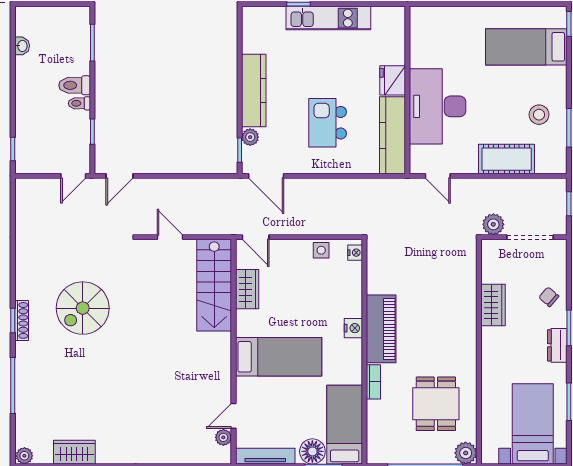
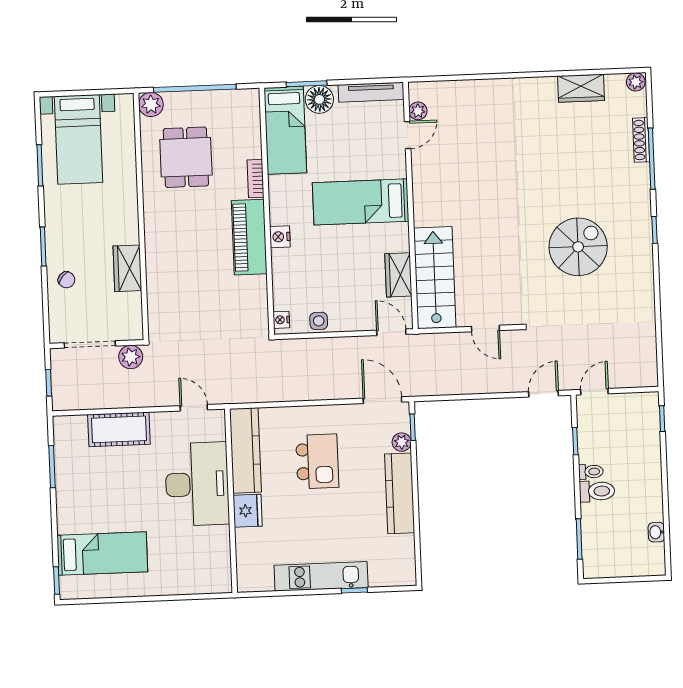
stool: (539, 115) -> (85, 480), removed
shoe rack: (22, 320) -> (641, 140), moved
dresser: (557, 345) -> (55, 227), removed

